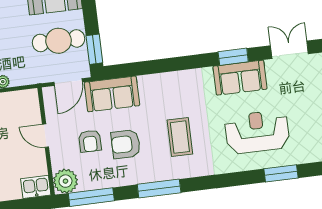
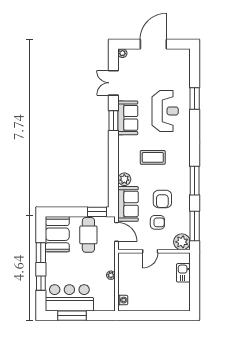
plant: (148, 84) -> (124, 179), added
reception desk: (257, 132) -> (165, 111), turned 180
coffee table: (180, 137) -> (153, 157), moved
kitchen sink: (36, 187) -> (183, 273), moved

